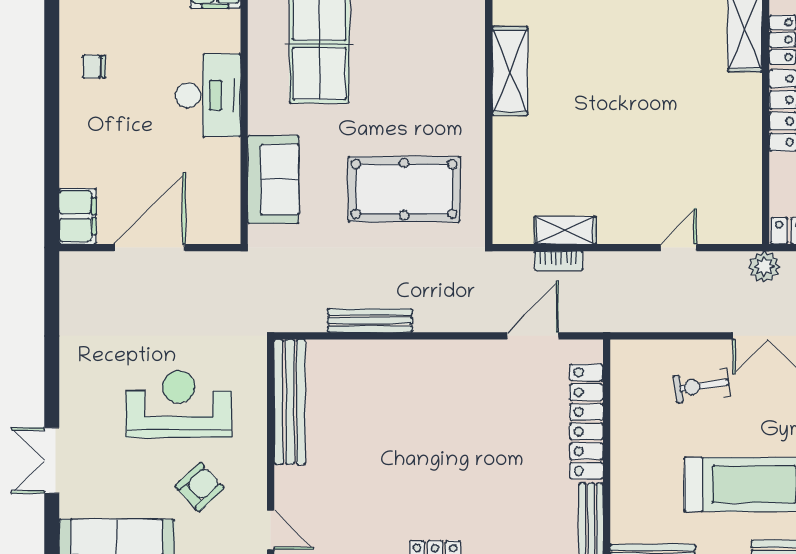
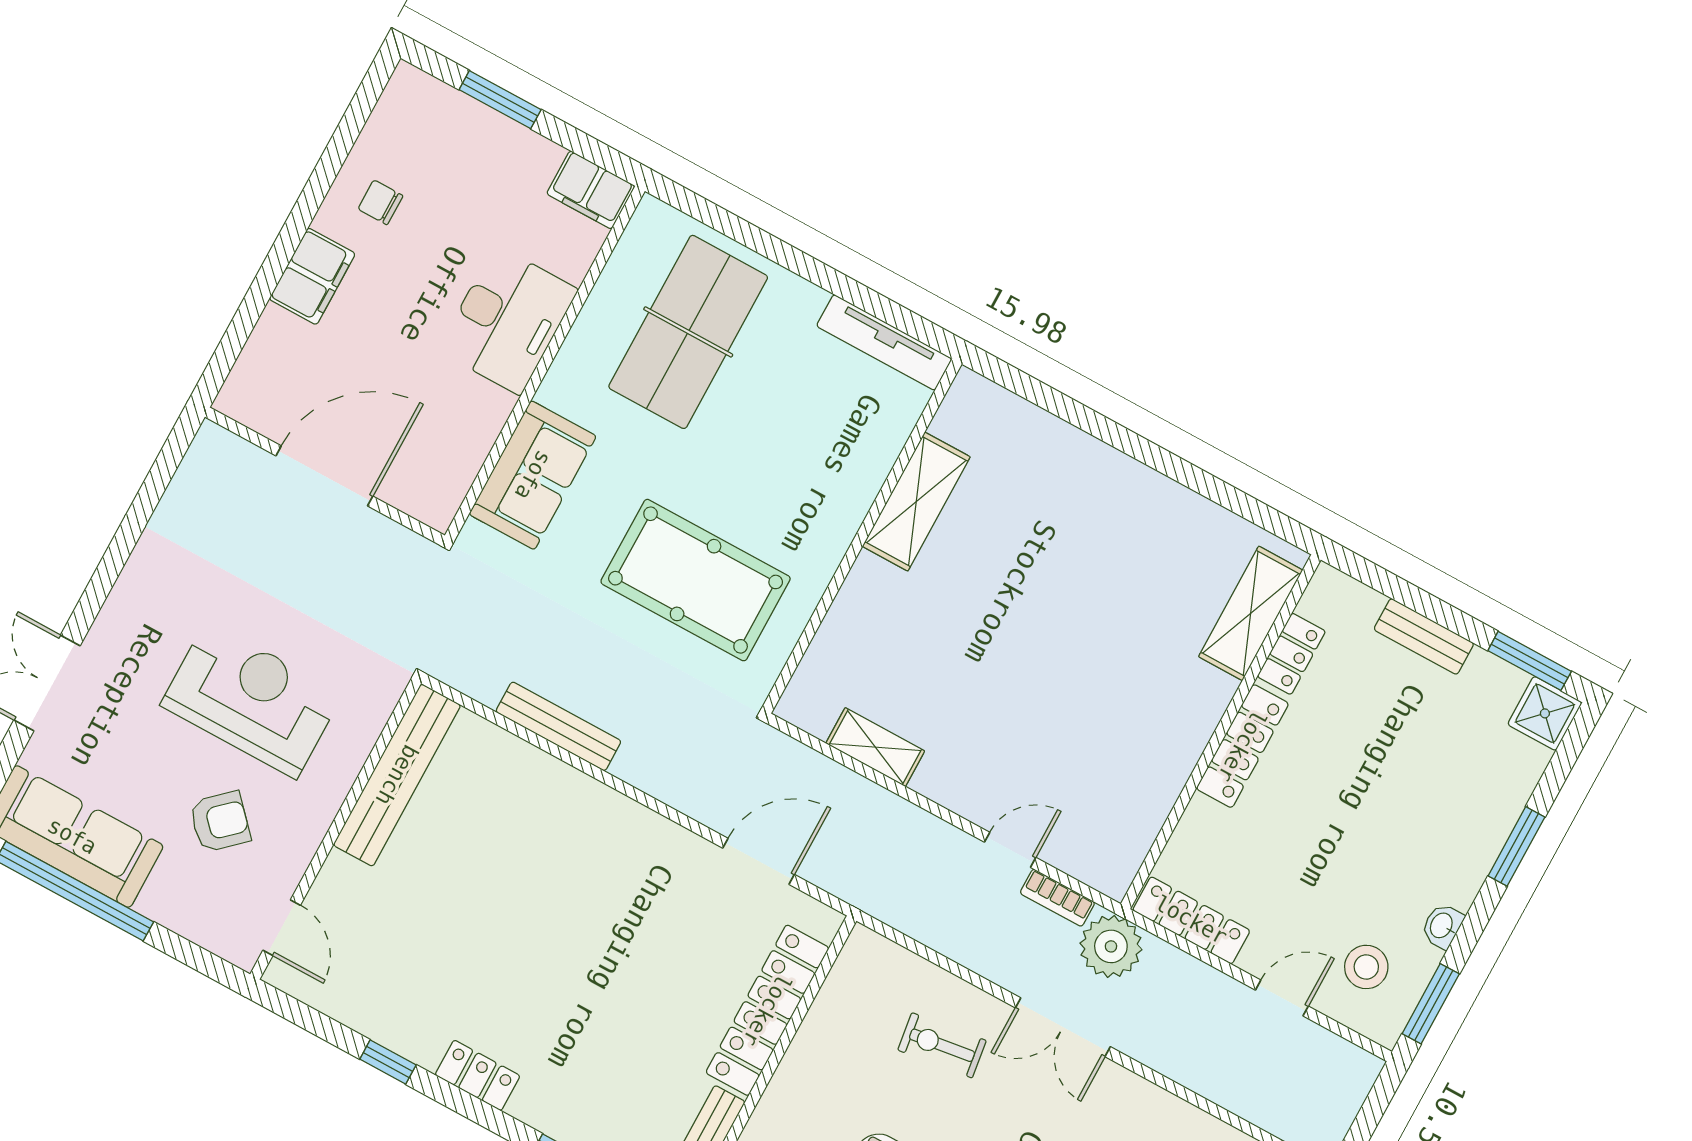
filing cabinet: (78, 216) -> (312, 276), moved
bookcase: (559, 261) -> (1057, 898), moved
plant: (764, 267) -> (1111, 946), width x1.36, depth x1.36

